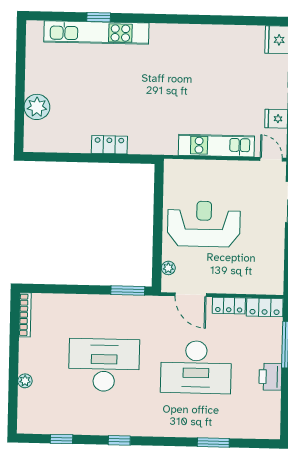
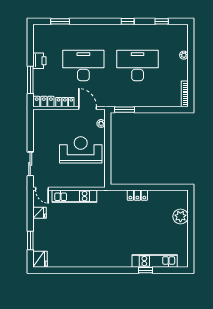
kitchen unit: (96, 32) -> (155, 261), width x0.73
reception desk: (204, 224) -> (81, 150), turned 180
desk: (104, 365) -> (138, 65), turned 180
window: (213, 443) -> (60, 21), moved

